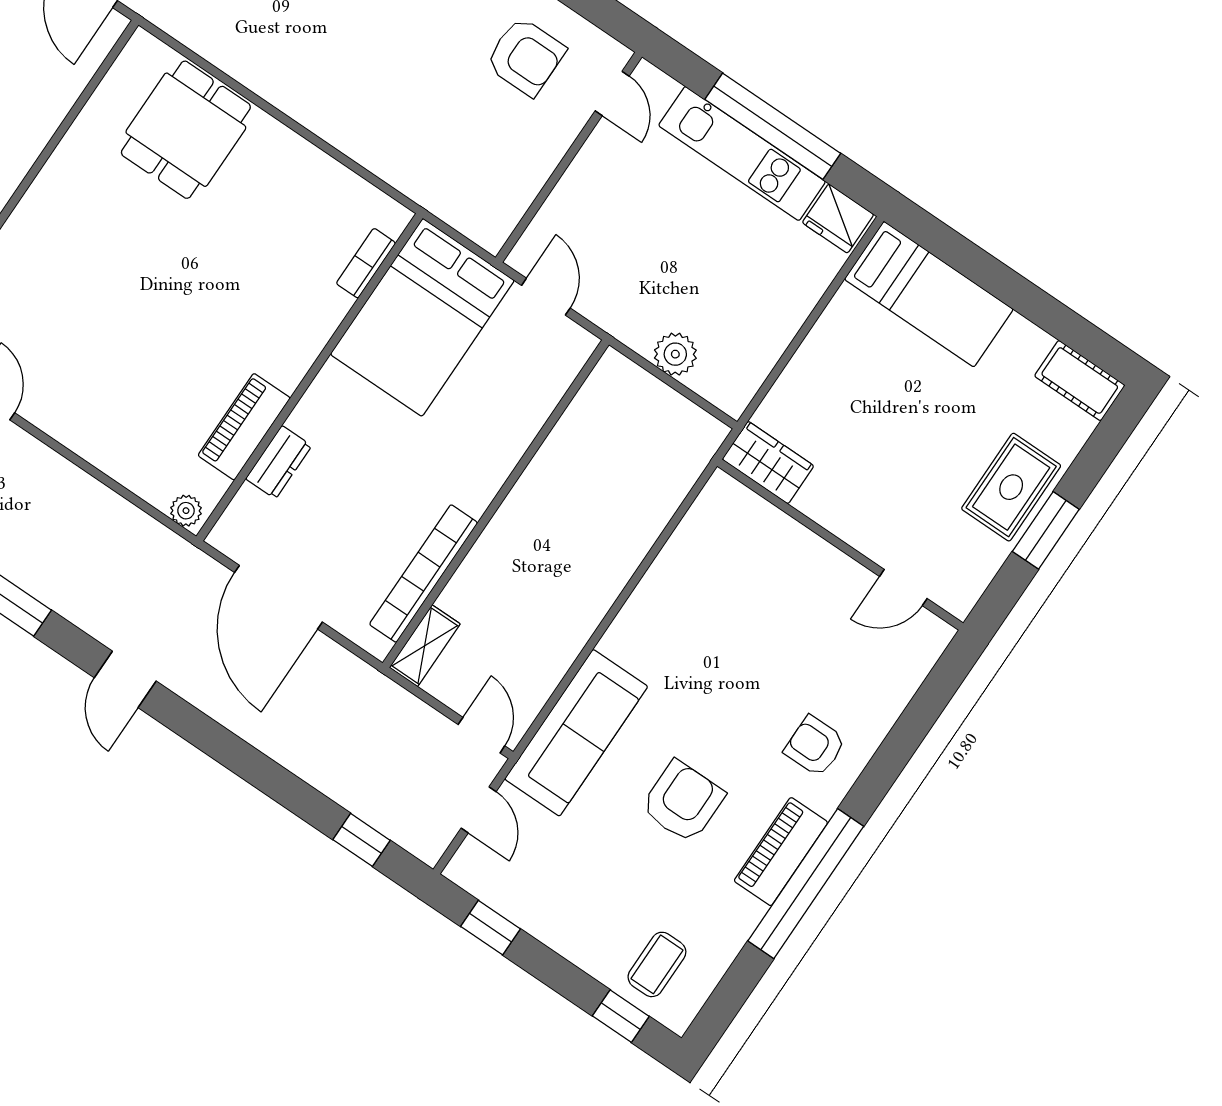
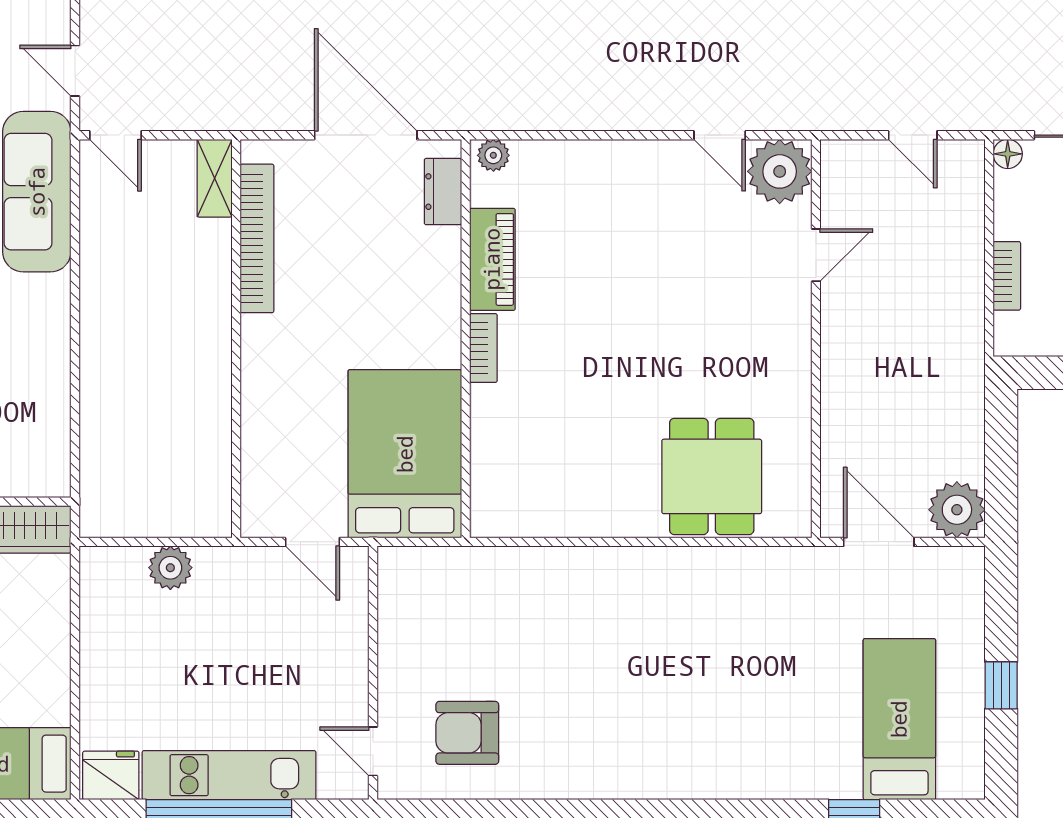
bookcase: (366, 263) -> (483, 348), moved
dresser: (279, 462) -> (443, 192), moved

